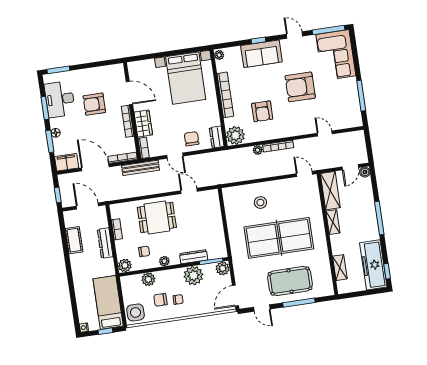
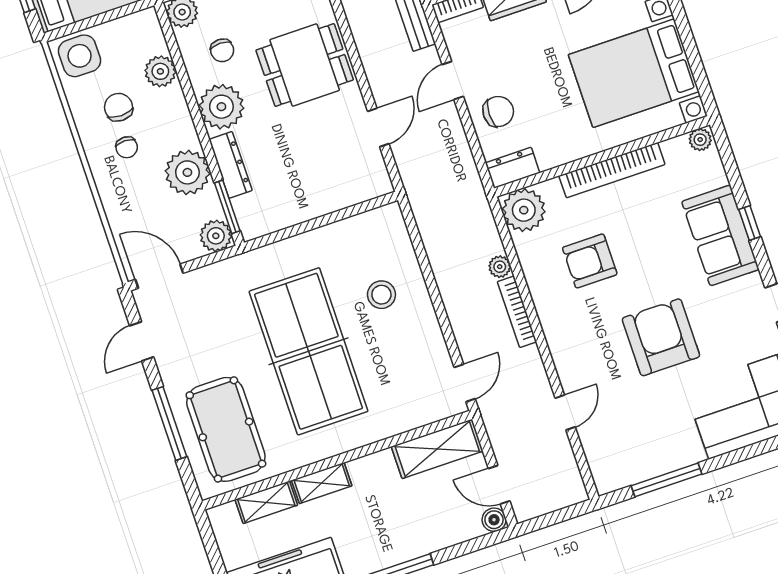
dining table: (157, 217) -> (305, 65), turned 90
shelving: (333, 222) -> (322, 483), moved
plant: (164, 261) -> (221, 107), width x1.88, depth x1.88
pool table: (290, 281) -> (226, 429), moved

